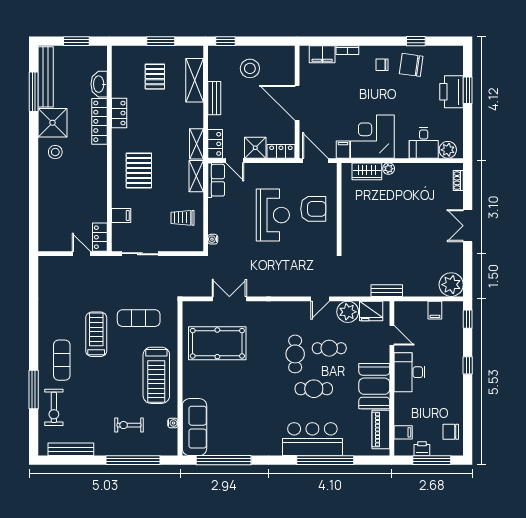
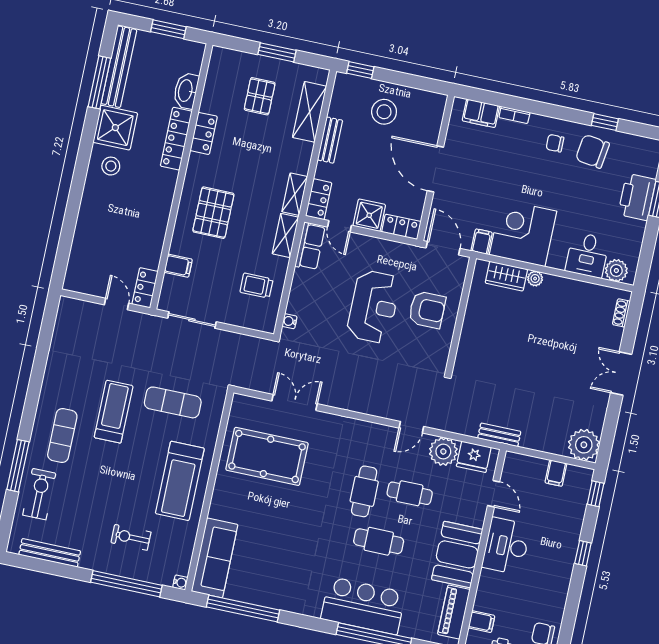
exercise bike: (54, 407) -> (39, 494), turned 180
water cooler: (173, 423) -> (180, 582), moved

